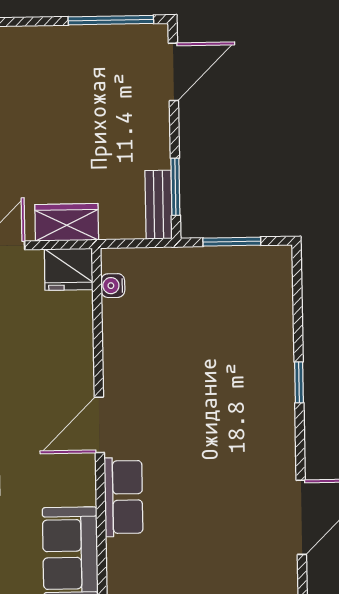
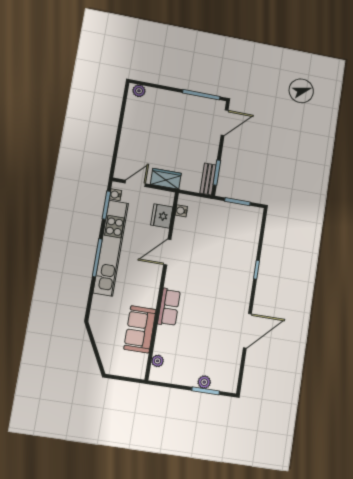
fridge: (69, 269) -> (162, 216), moved, turned 90
door: (99, 425) -> (167, 252), moved

